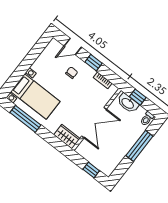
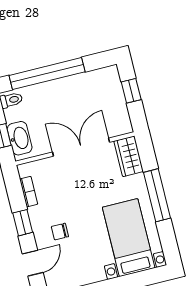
door: (73, 47) -> (33, 263), hinge flipped
window: (25, 119) -> (157, 195), moved
window: (139, 146) -> (47, 74), width x1.46

